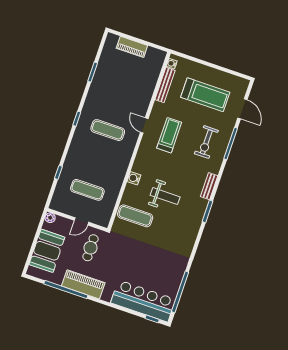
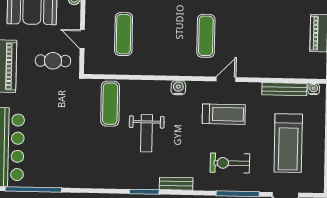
water cooler: (134, 178) -> (178, 88), moved

